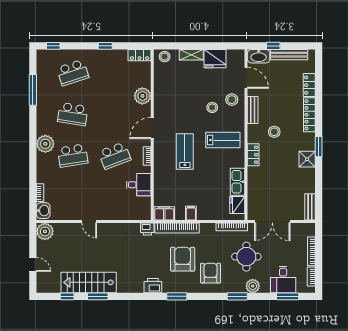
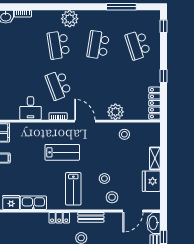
locker: (139, 55) -> (154, 103), width x1.53
stool: (165, 57) -> (124, 134), moved
bench: (253, 110) -> (91, 217), moved

